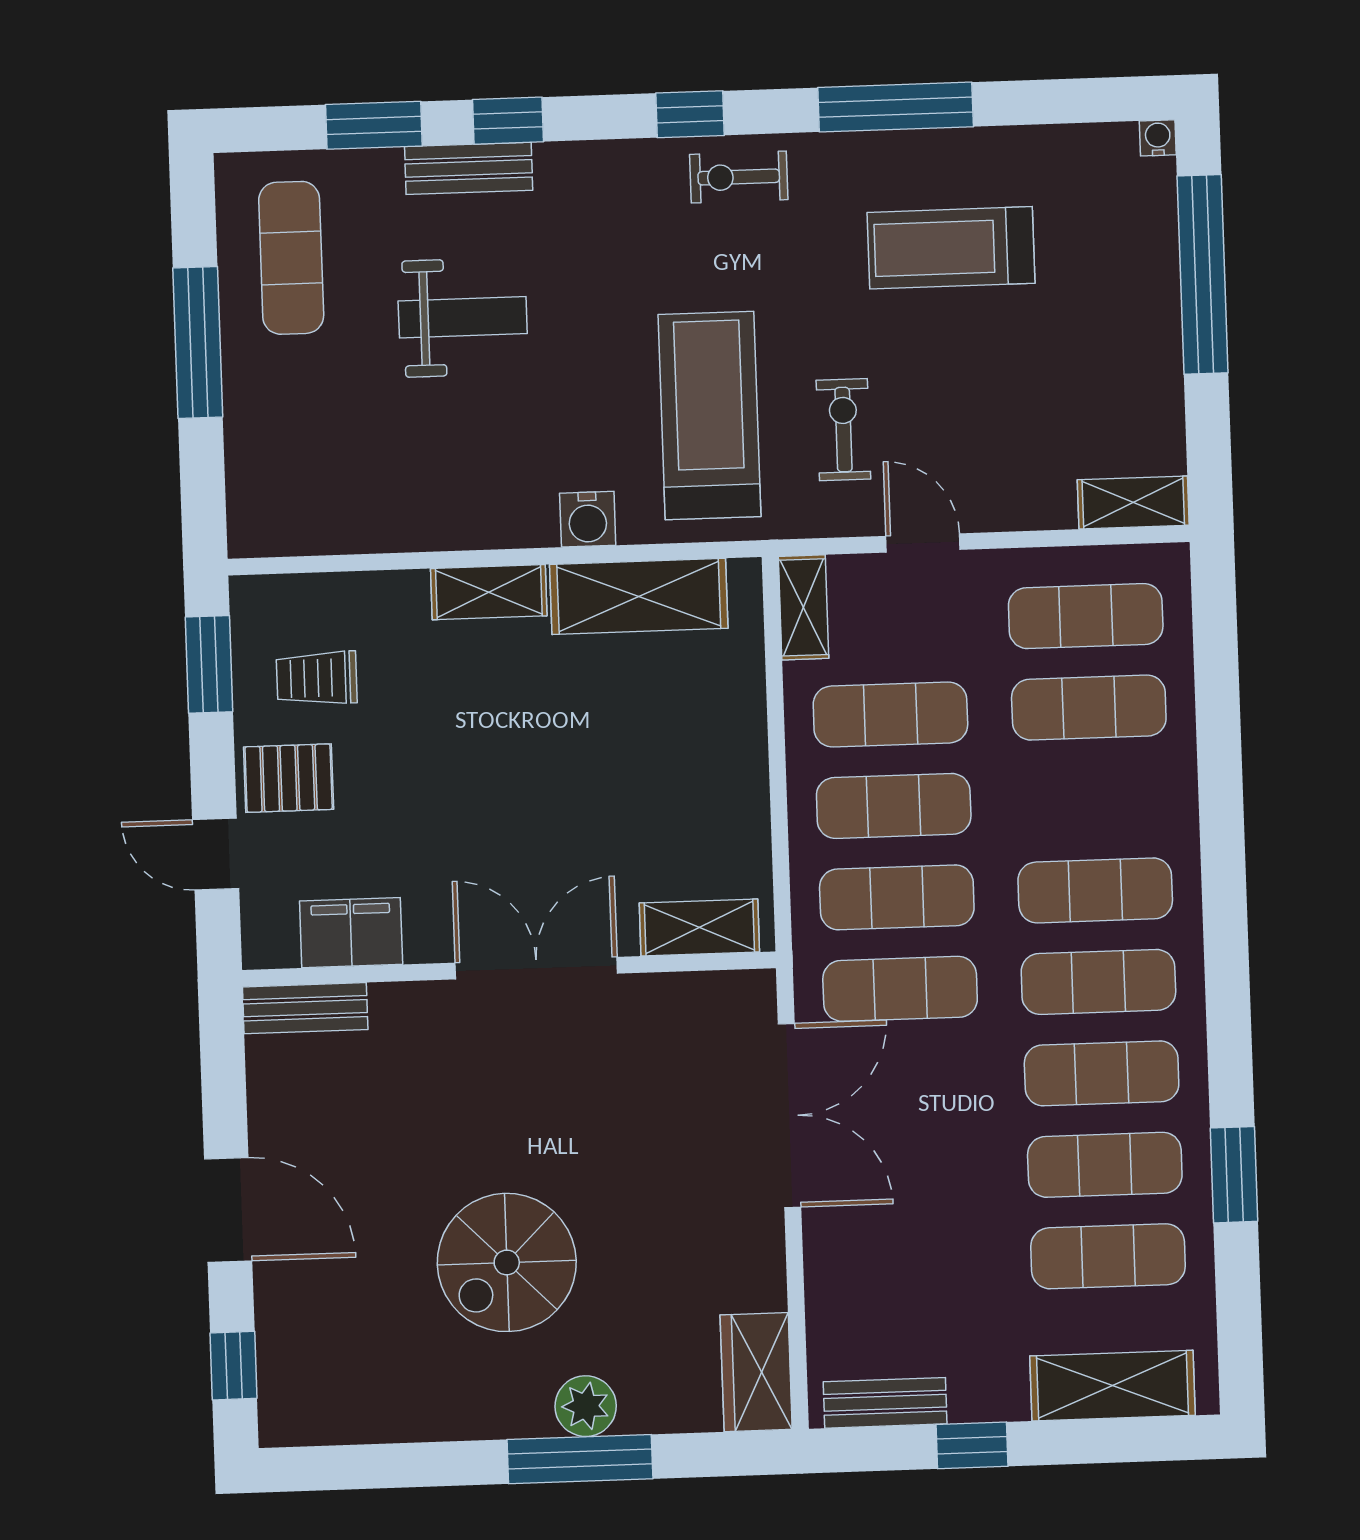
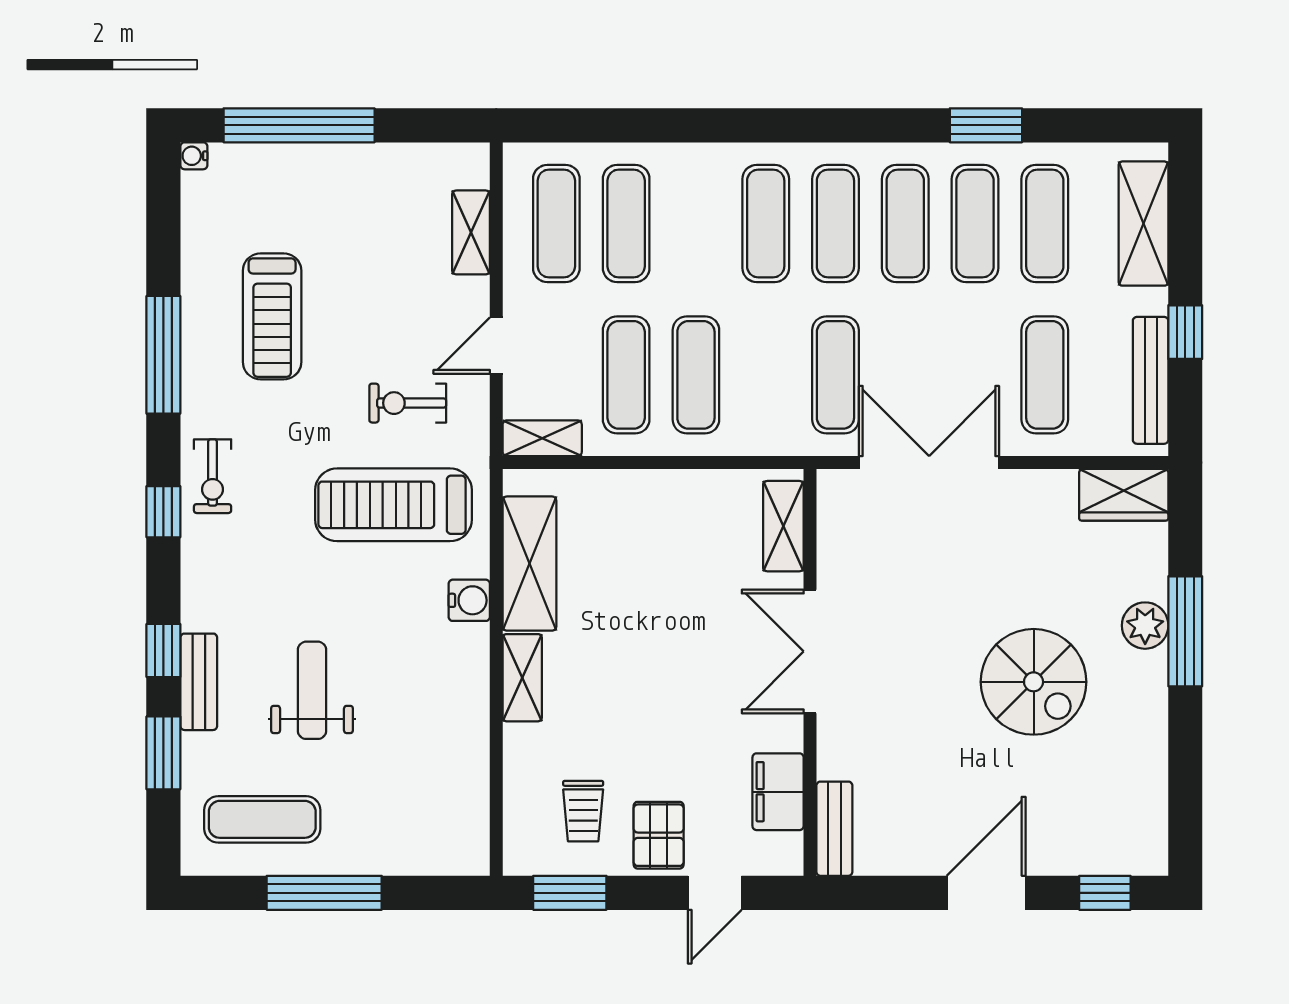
shelving: (1133, 502) -> (471, 232), moved
exercise mat: (897, 897) -> (1045, 375), moved
bench: (885, 1403) -> (1151, 380), width x1.36

